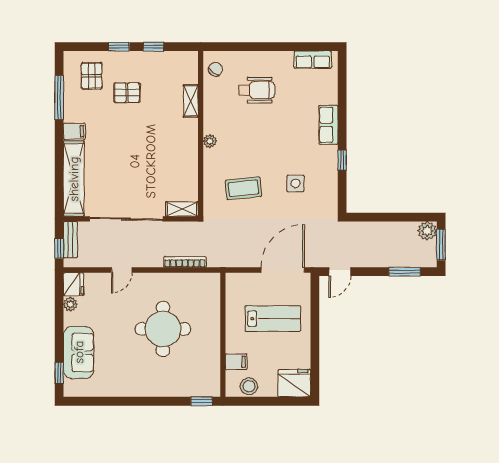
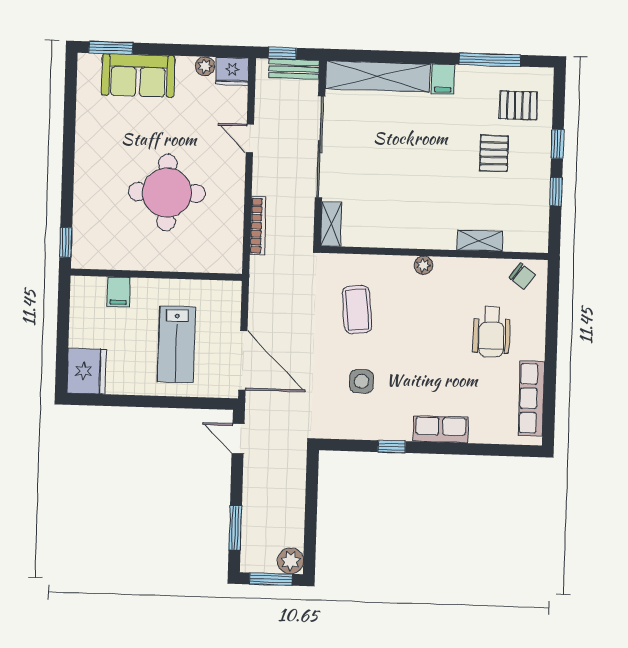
row of seats: (313, 60) -> (531, 398), width x1.48
window: (59, 373) -> (111, 48), width x1.50
stool: (249, 386) -> (84, 309), removed

